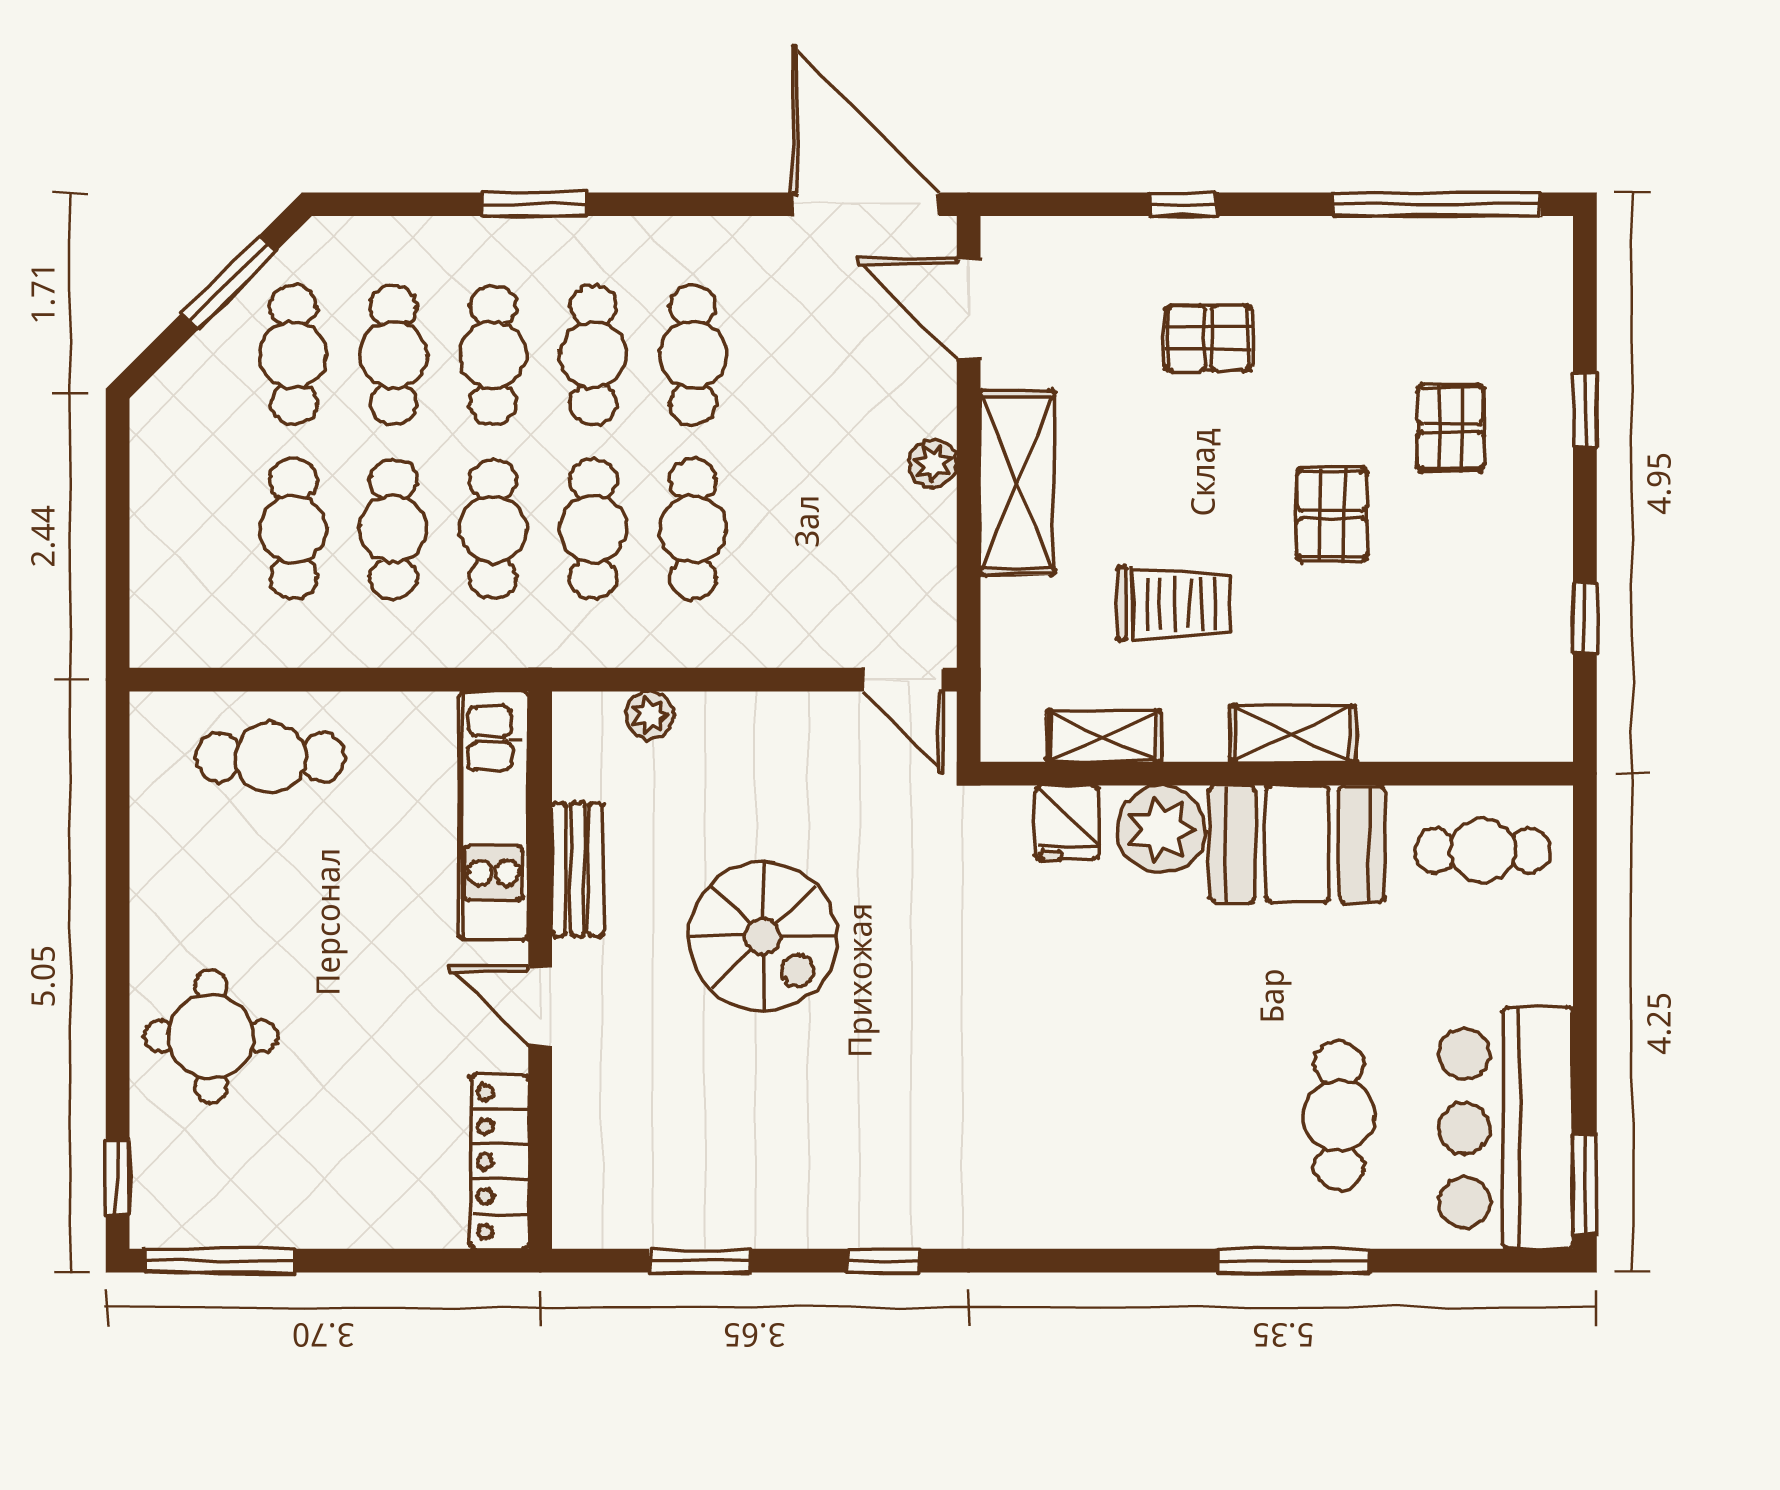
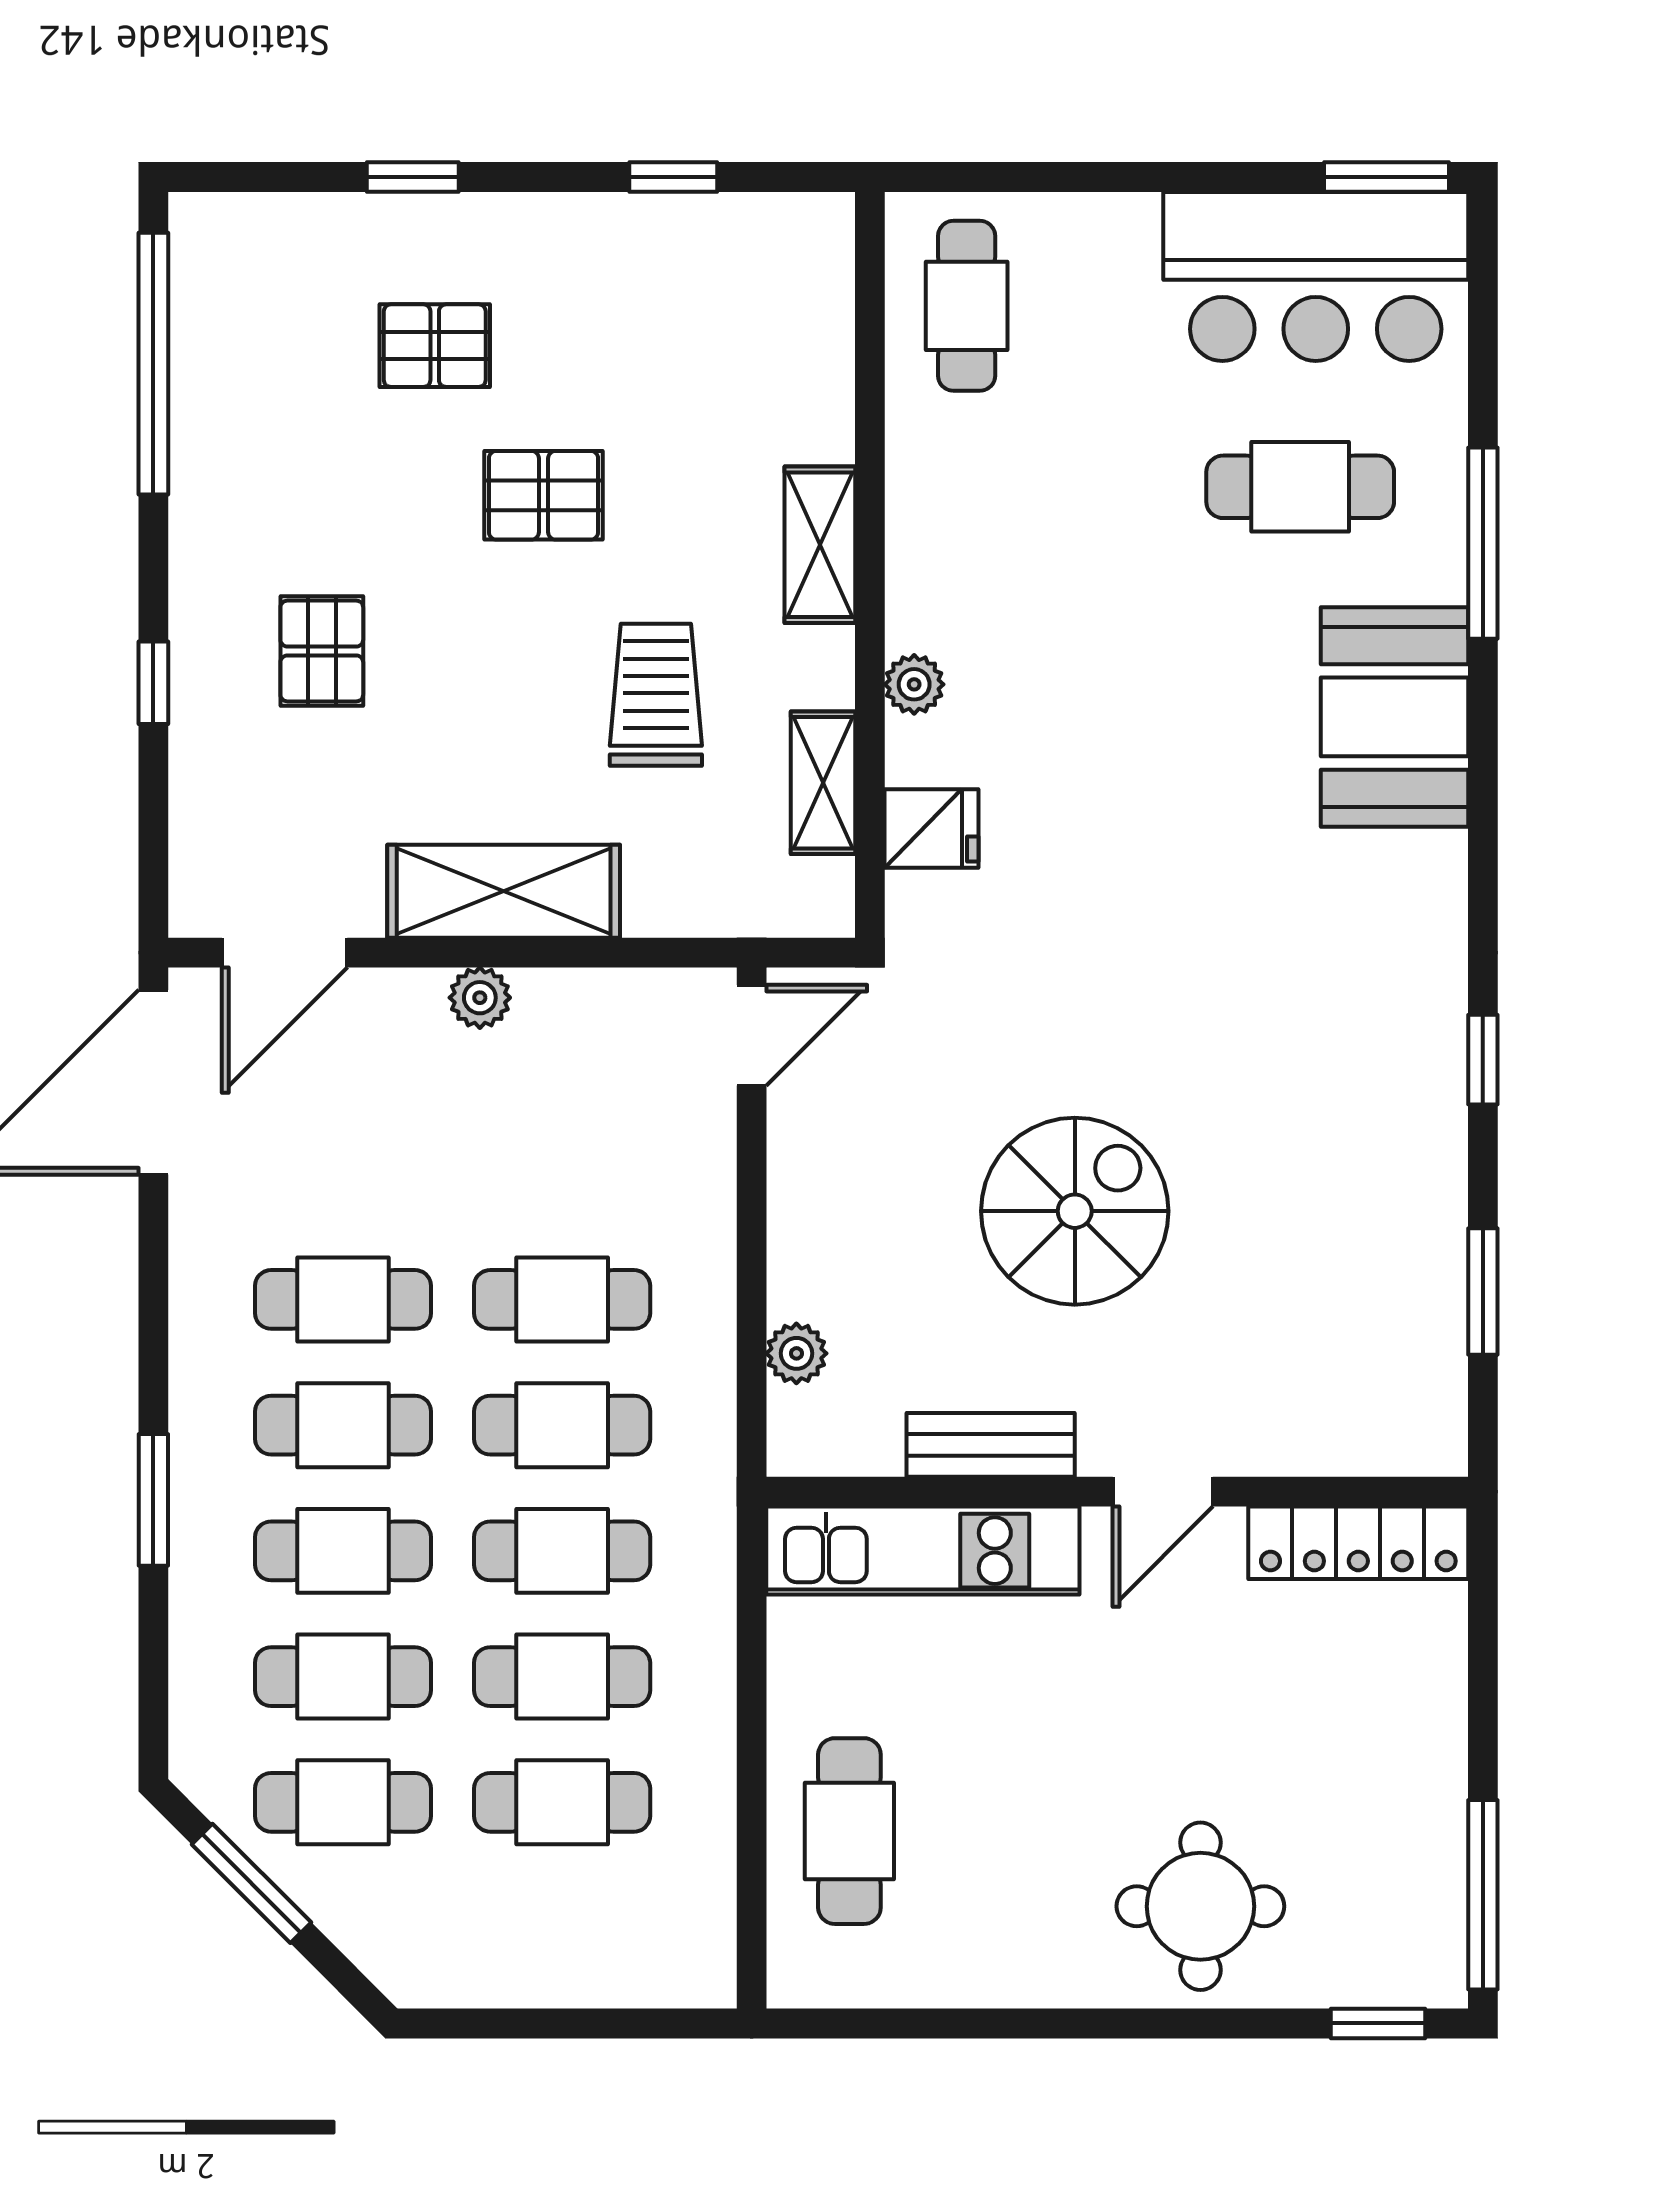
plant: (1161, 829) -> (914, 684), width x0.53, depth x0.53
booth: (1297, 844) -> (1394, 717), moved

